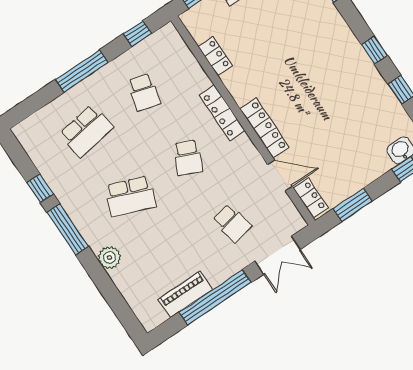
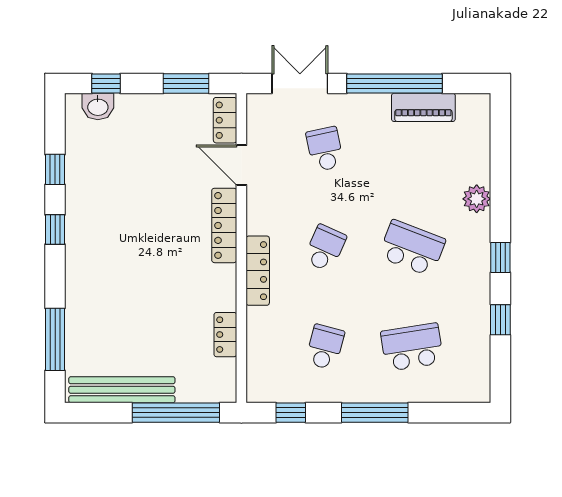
window: (68, 229) -> (500, 257), width x0.46

